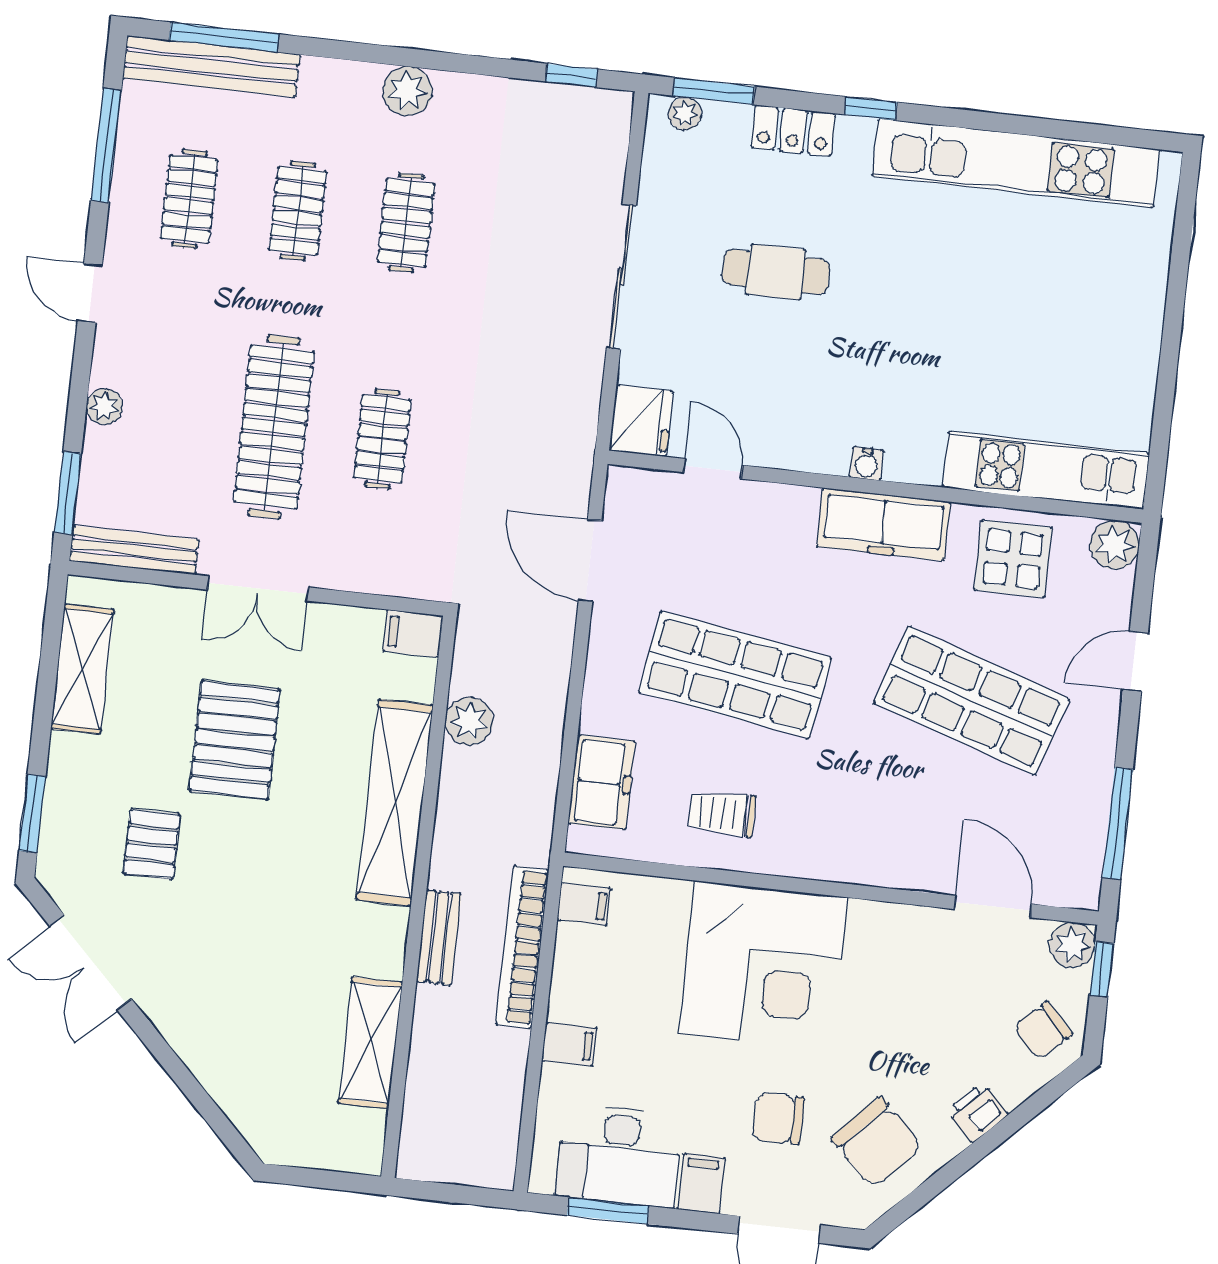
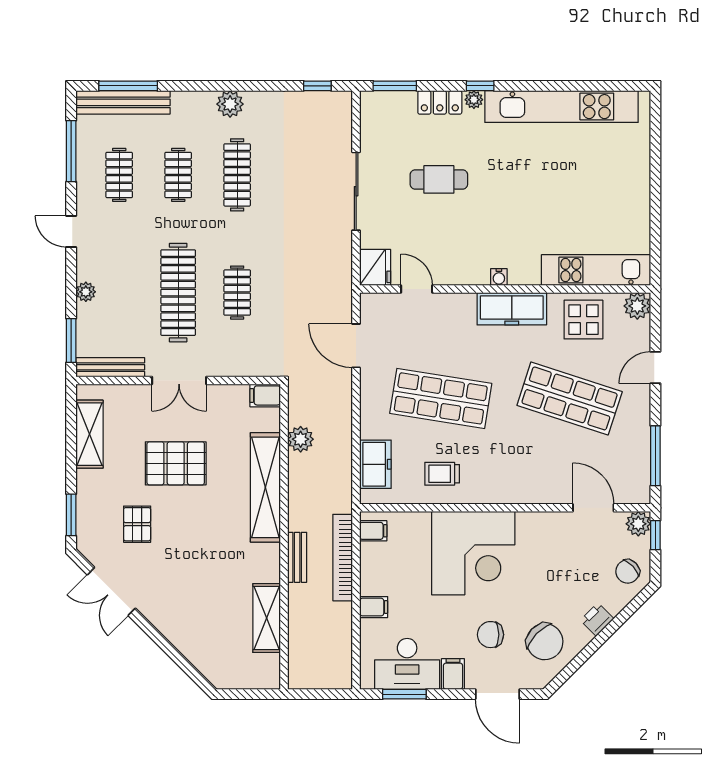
plant: (685, 114) -> (474, 100), moved
clothes rail: (406, 223) -> (237, 175), width x1.36
pallet: (235, 740) -> (176, 463), turned 90

